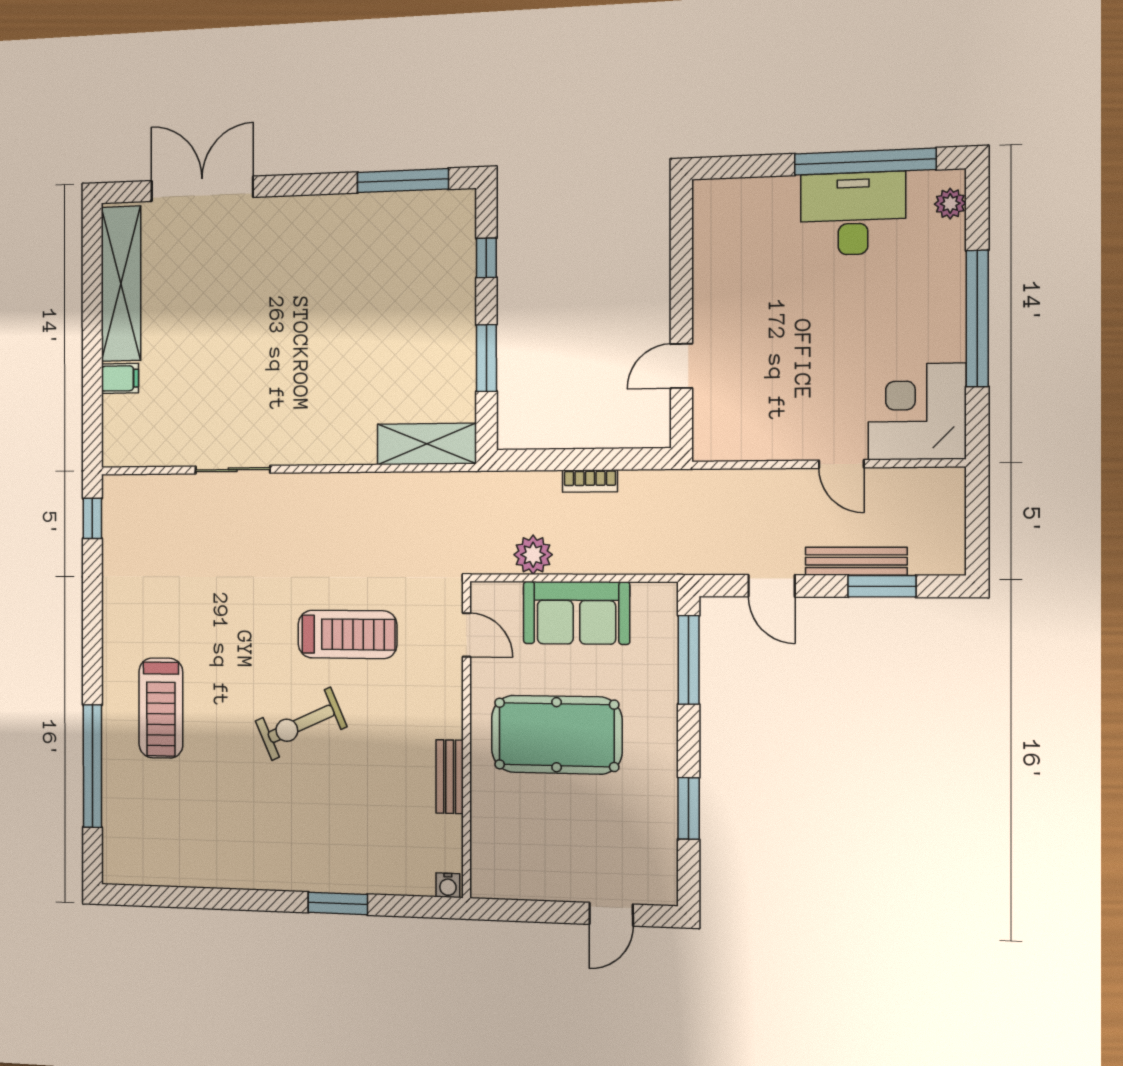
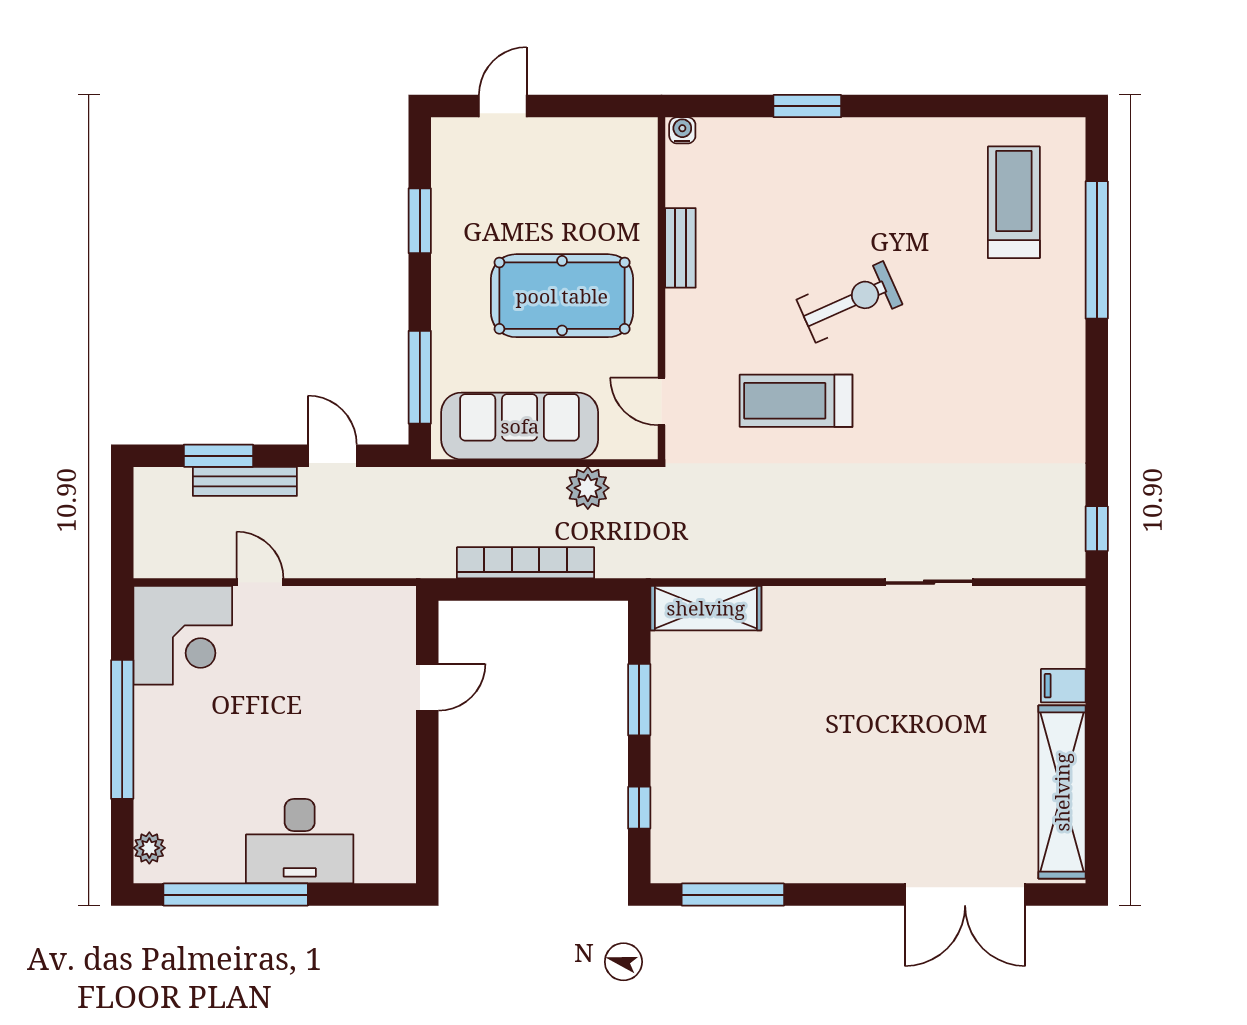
desk: (853, 214) -> (300, 841), moved
bookcase: (590, 481) -> (526, 563), width x2.31, depth x1.31
sofa: (576, 613) -> (520, 426), width x1.36
treadmill: (161, 708) -> (1014, 202), moved

